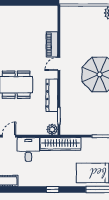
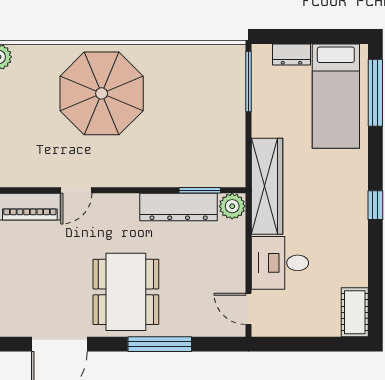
door: (59, 64) -> (76, 190), hinge flipped
dresser: (52, 95) -> (179, 207), moved

